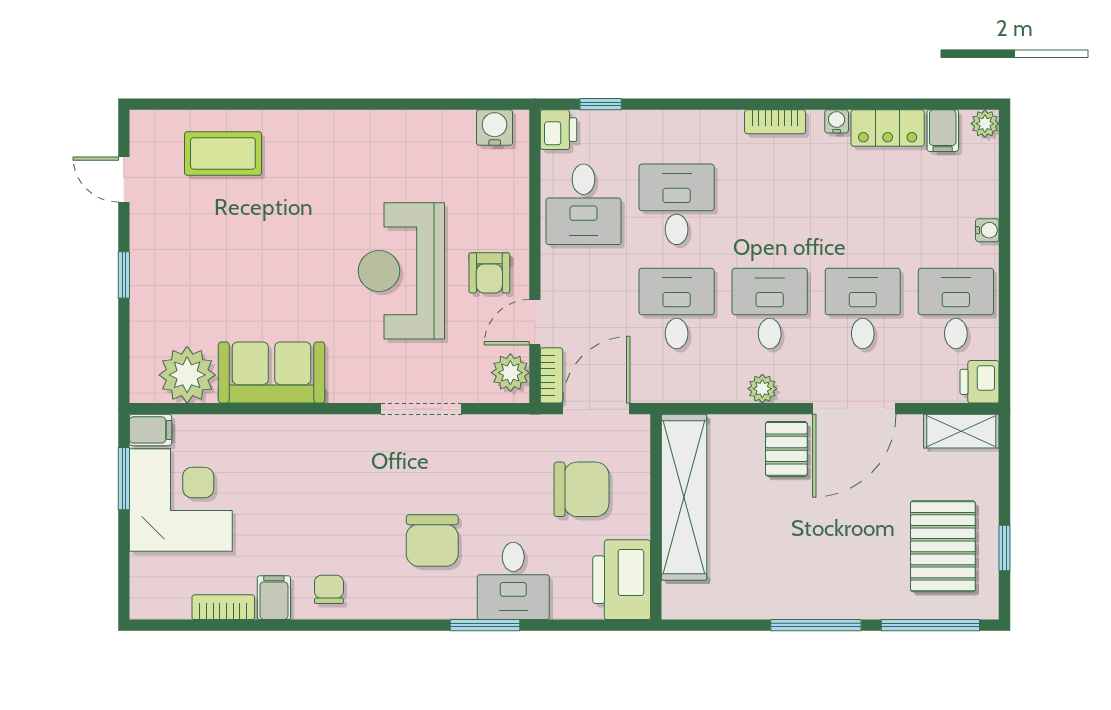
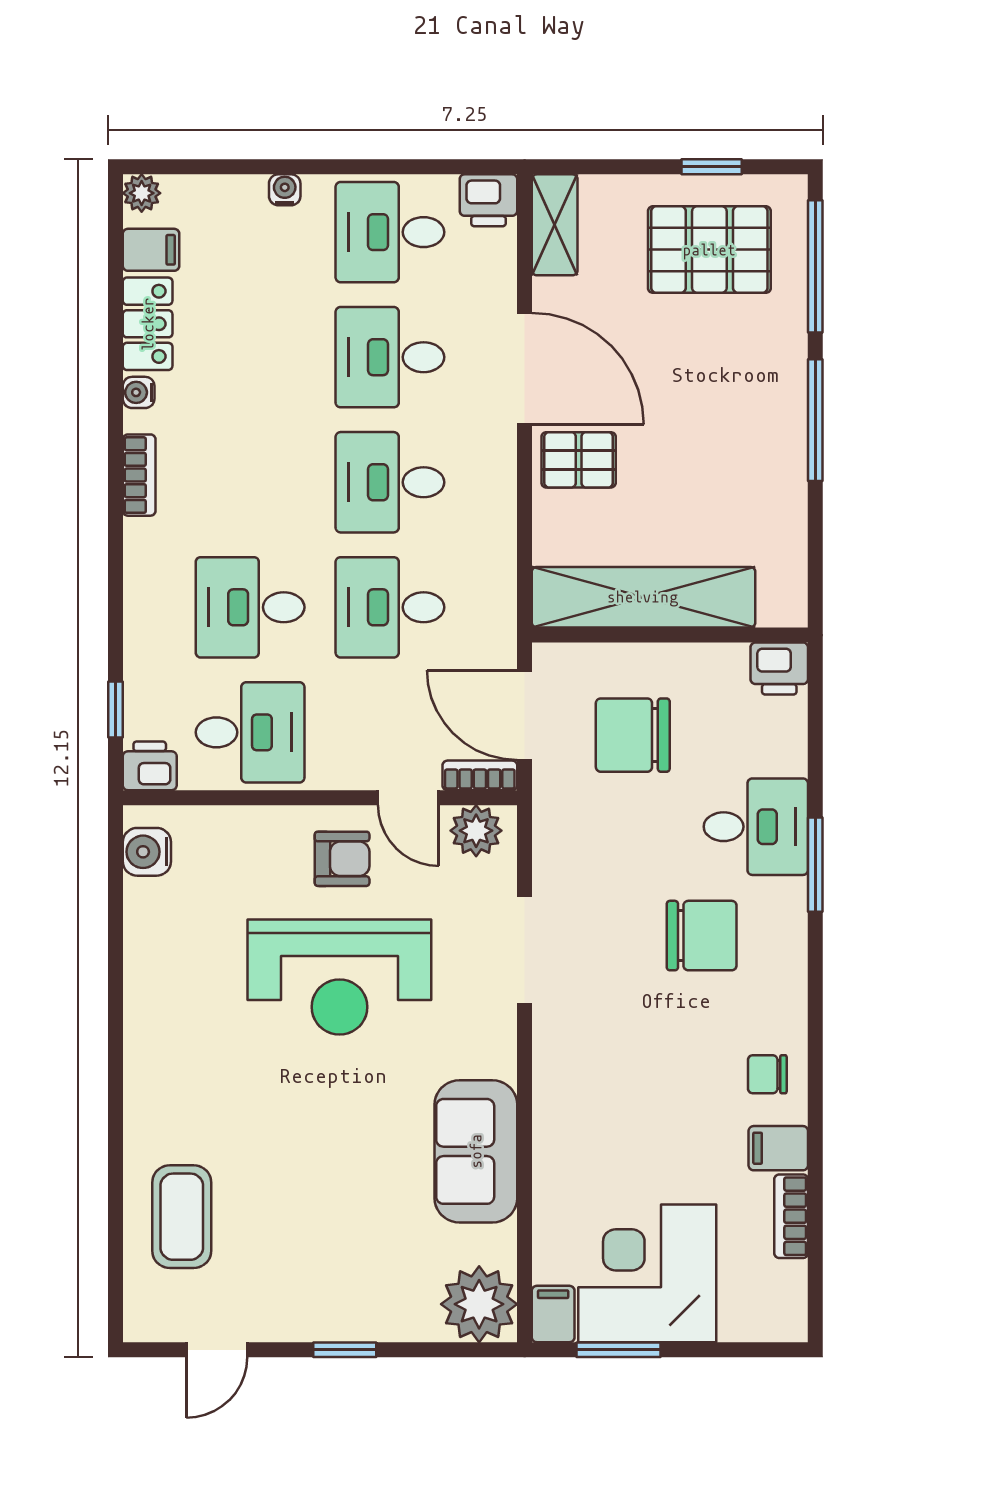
plant: (187, 375) -> (479, 1304), moved
plant: (762, 389) -> (498, 492), removed
chair: (581, 489) -> (633, 735), turned -90
printer: (622, 580) -> (779, 668), width x0.53, depth x0.68

